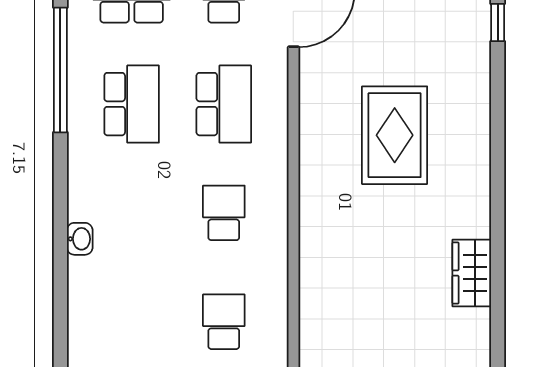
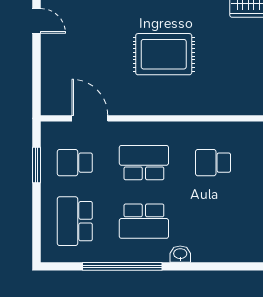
school desk: (132, 104) -> (144, 221), turned 180
washbasin: (80, 239) -> (180, 254), moved

